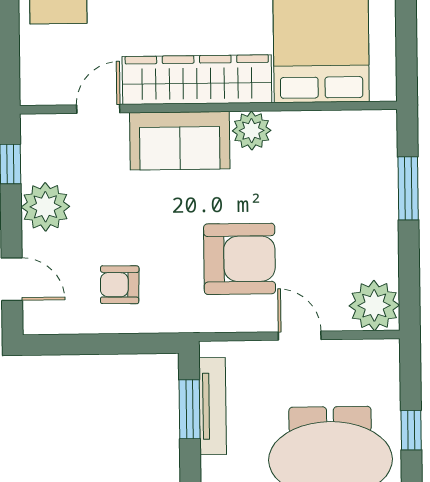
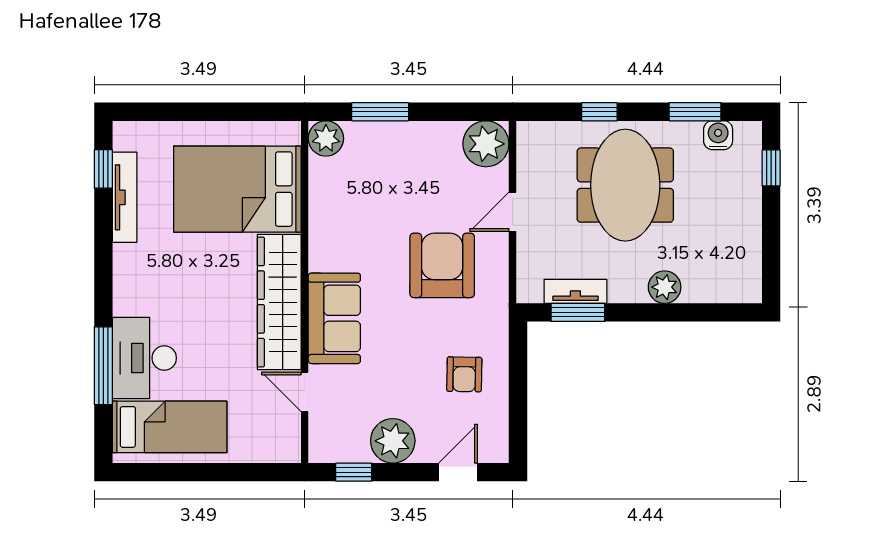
plant: (252, 131) -> (326, 138), moved
tv unit: (213, 406) -> (575, 291), width x0.71

